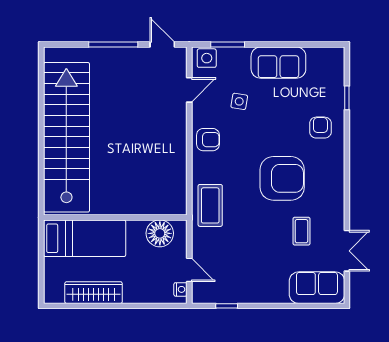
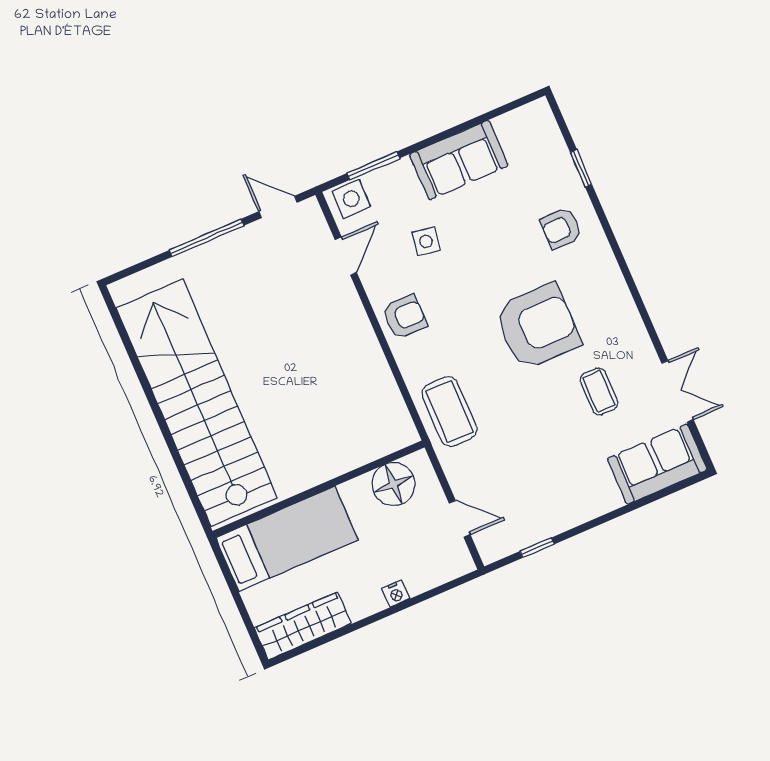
armchair: (320, 128) -> (561, 228), turned -90
nightstand: (180, 289) -> (396, 594), moved, turned 90
wardrobe: (94, 293) -> (303, 626), moved

